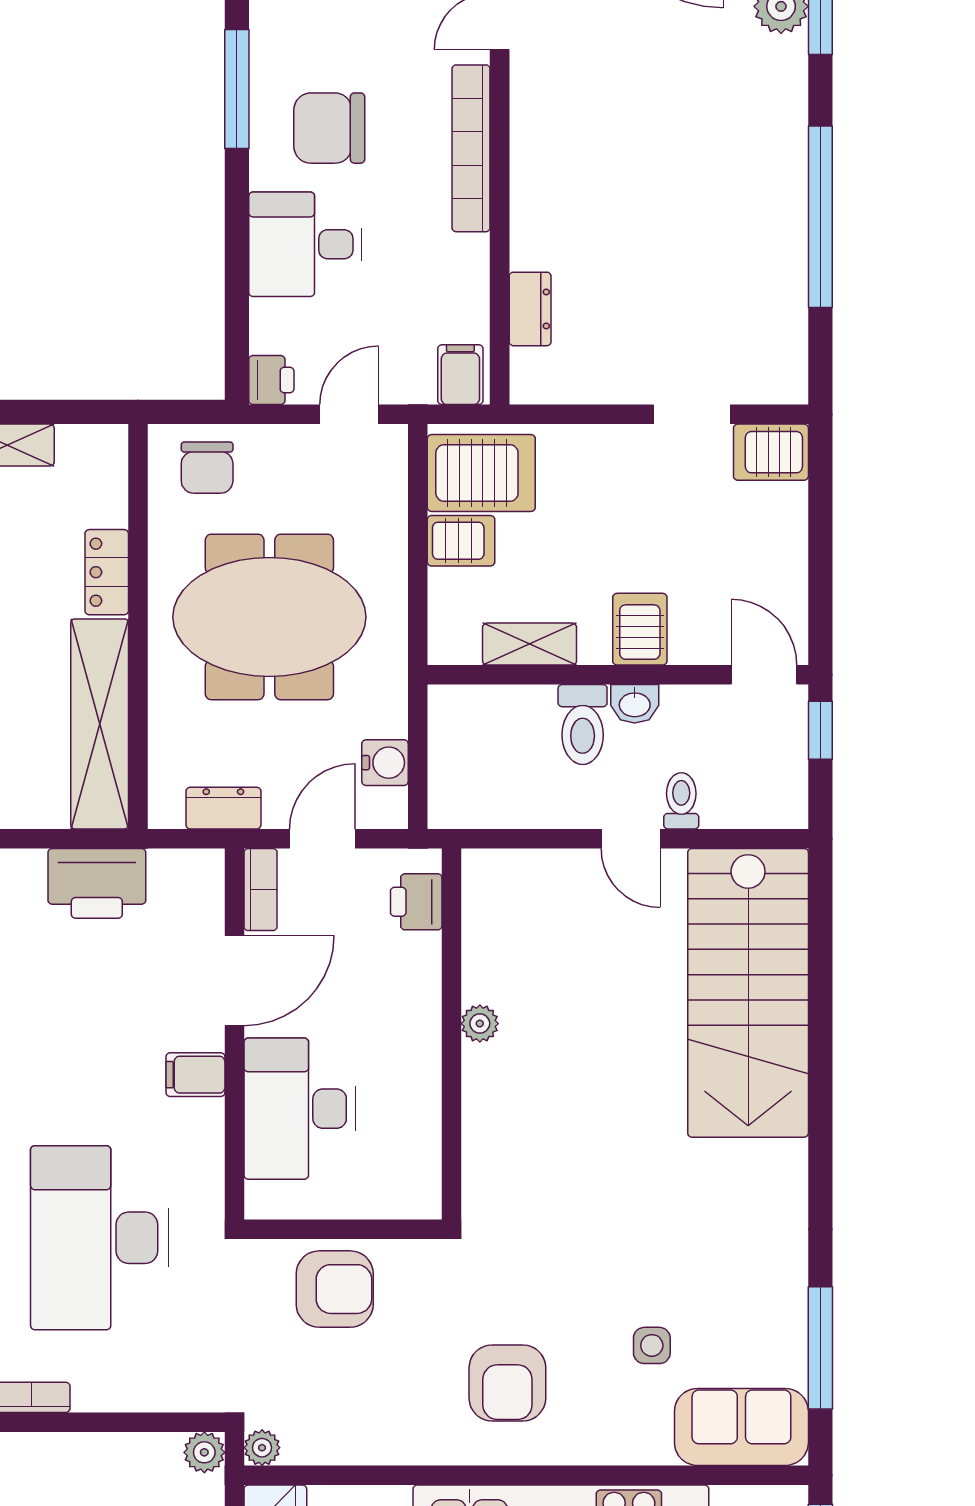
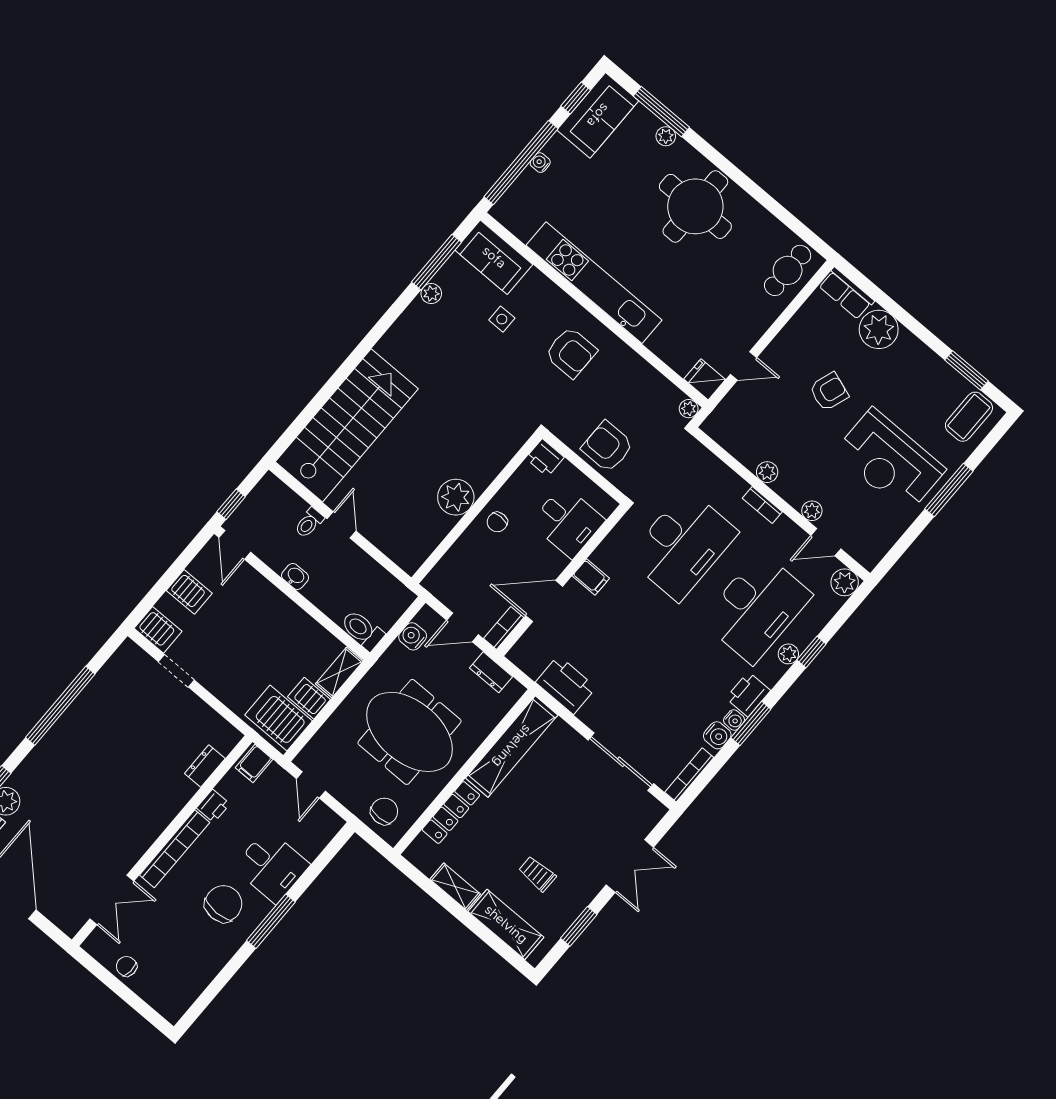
window: (237, 89) -> (271, 921), moved
chair: (329, 128) -> (223, 904), turned -90
printer: (271, 380) -> (213, 806), moved, turned 180
door: (349, 414) -> (311, 785), hinge flipped
locker: (107, 572) -> (451, 812), width x1.53
server rack: (640, 629) -> (189, 592), moved, turned -90
shelving: (530, 644) -> (339, 673), moved, turned 90
toilet: (583, 725) -> (362, 630), moved, turned -90
printer: (416, 902) -> (545, 458), moved, turned 90
plant: (480, 1024) -> (456, 497), width x1.87, depth x1.87
chair: (403, 1039) -> (497, 522), added
desk: (300, 1109) -> (568, 522), width x0.73
plant: (789, 1294) -> (431, 294), added
armchair: (507, 1383) -> (571, 352), turned 90
plant: (204, 1452) -> (767, 472), moved

